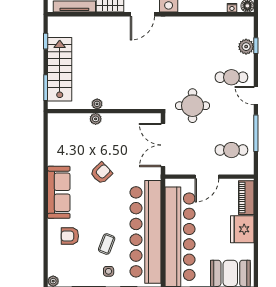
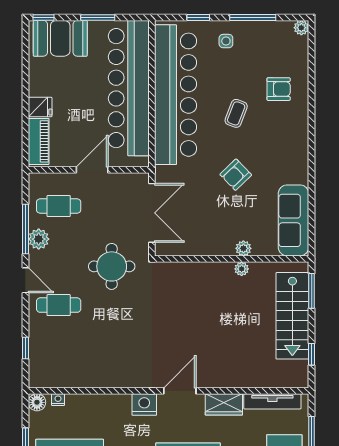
plant: (246, 47) -> (39, 239), moved
sofa: (59, 192) -> (294, 220), moved
fridge: (242, 229) -> (40, 107), width x0.53, depth x0.75
coffee table: (107, 244) -> (236, 113), moved

